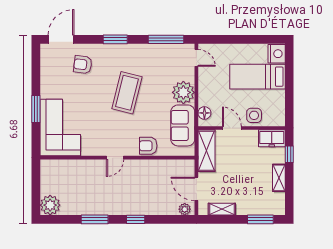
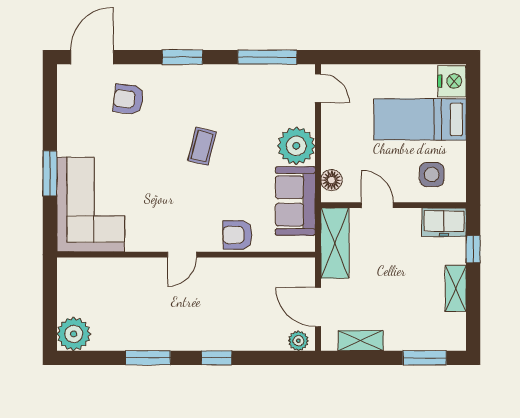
coffee table: (127, 93) -> (202, 146), width x0.54, depth x0.58
side table: (254, 115) -> (432, 175), moved

